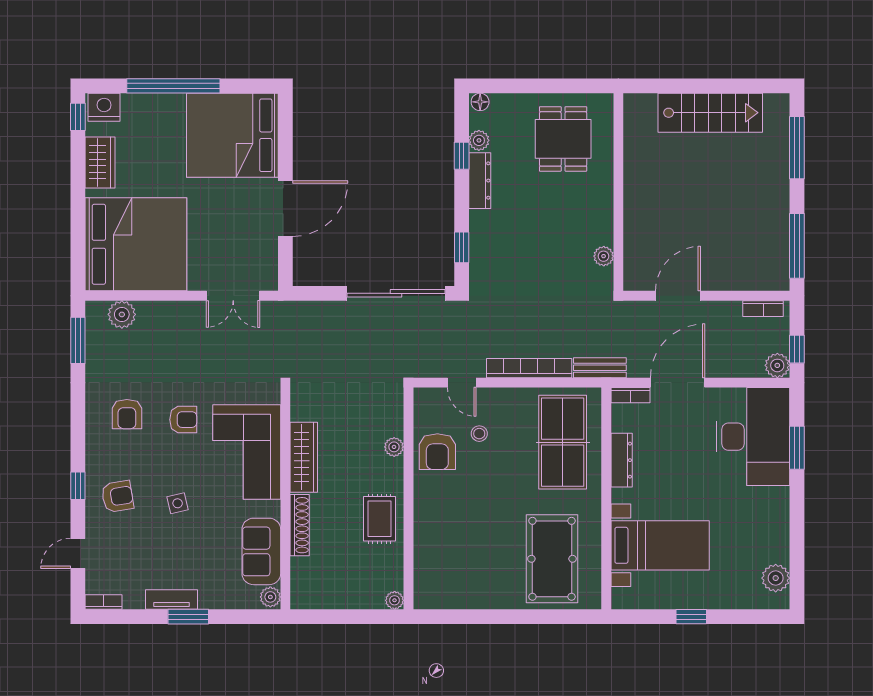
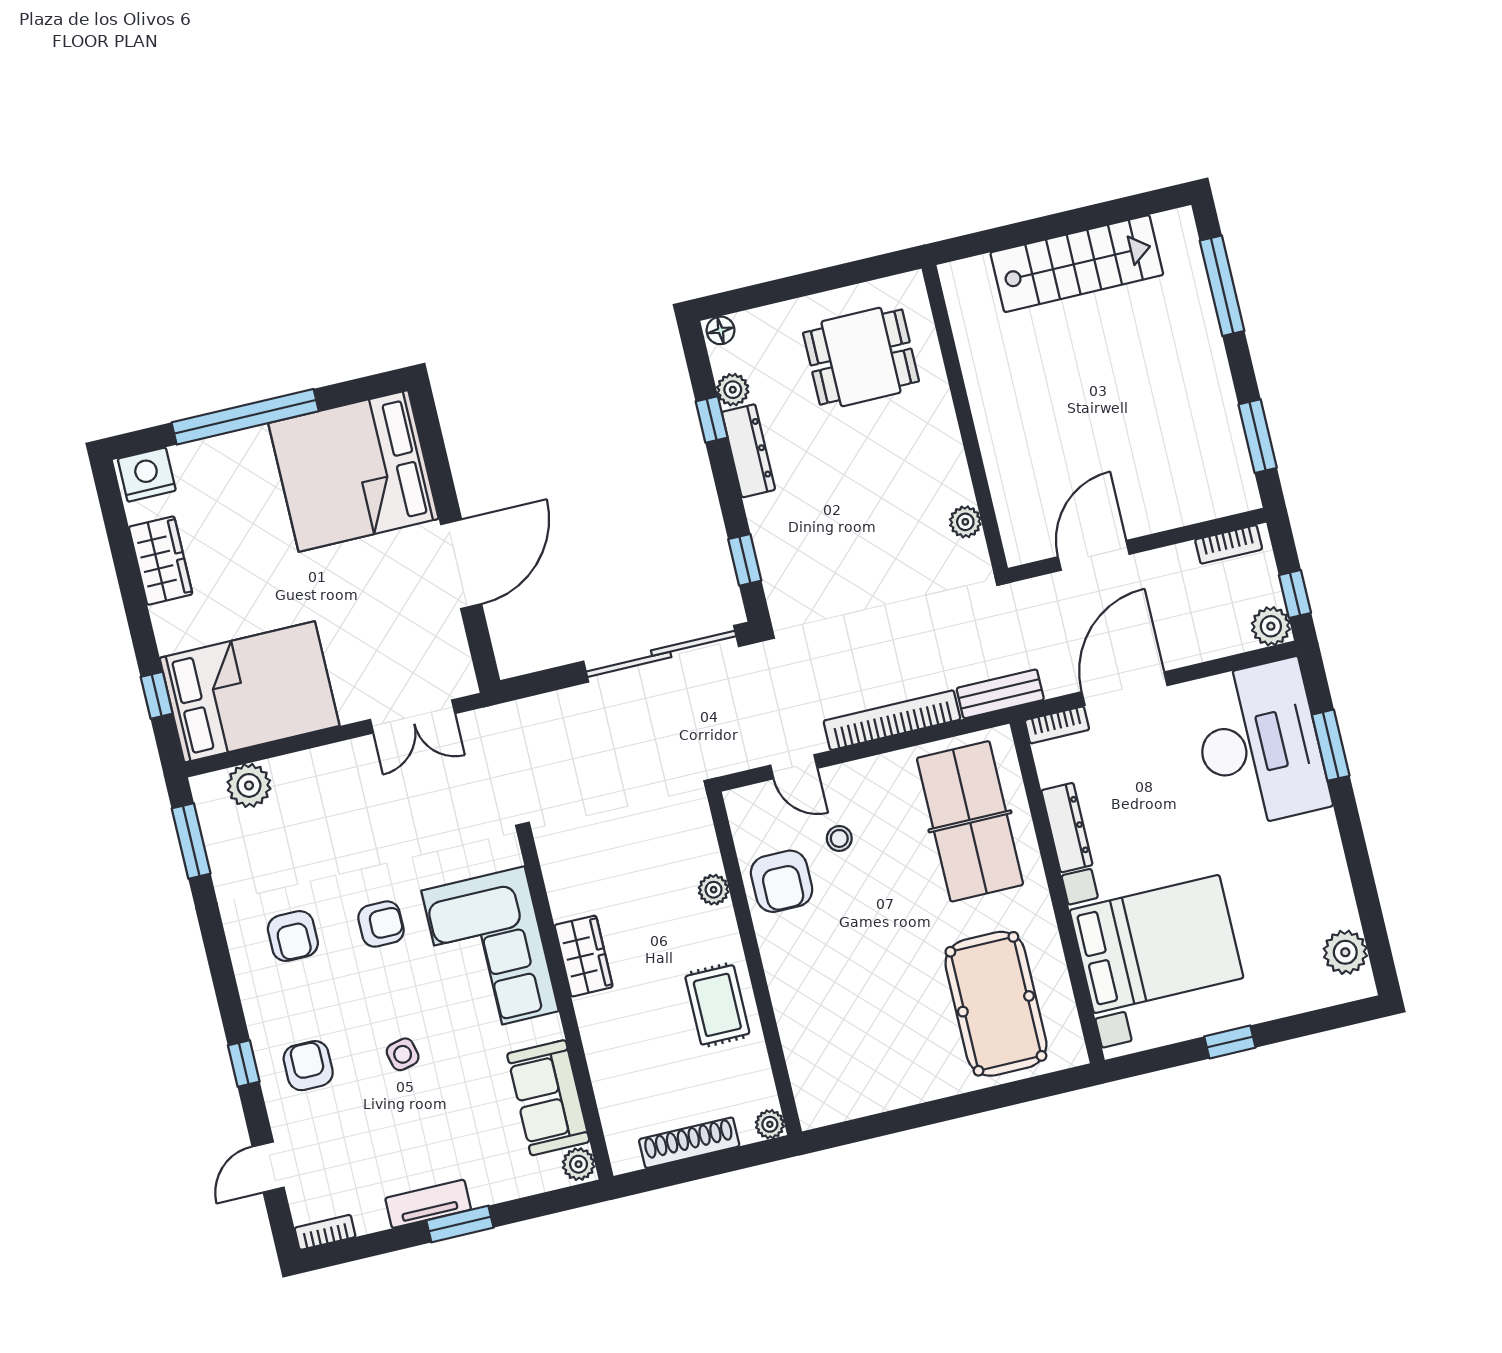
window: (78, 117) -> (157, 695), moved
dining table: (563, 139) -> (861, 357), turned 90
bed: (136, 244) -> (250, 692), width x0.73
window: (797, 246) -> (1258, 436), width x0.69
wardrobe: (304, 457) -> (584, 956), width x0.67
armchair: (117, 496) -> (308, 1066), turned -81
shoe rack: (300, 525) -> (689, 1143), moved, turned -90
bed with nightstands: (660, 545) -> (1157, 944), width x1.36

